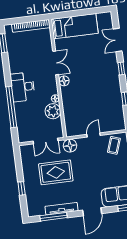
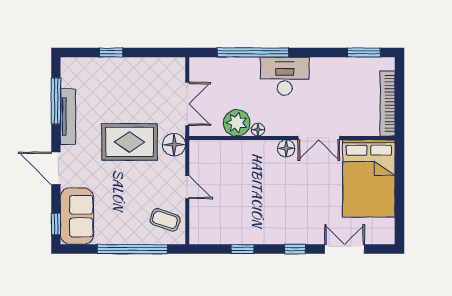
bed: (75, 26) -> (369, 178), width x1.50
double door: (46, 141) -> (187, 104), swing flipped
rug: (56, 172) -> (129, 142), moved, turned 90

